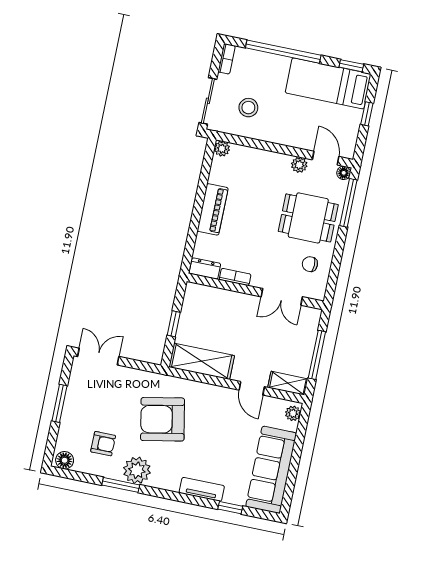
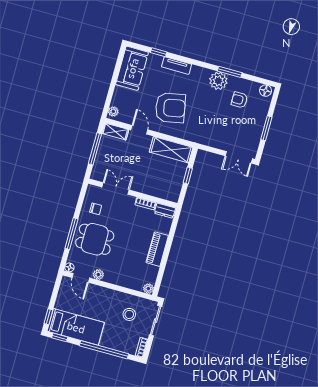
window: (367, 114) -> (48, 317), moved
window: (348, 203) -> (71, 234), moved
armchair: (163, 419) -> (170, 108), moved
sofa: (271, 470) -> (132, 68), width x0.73

